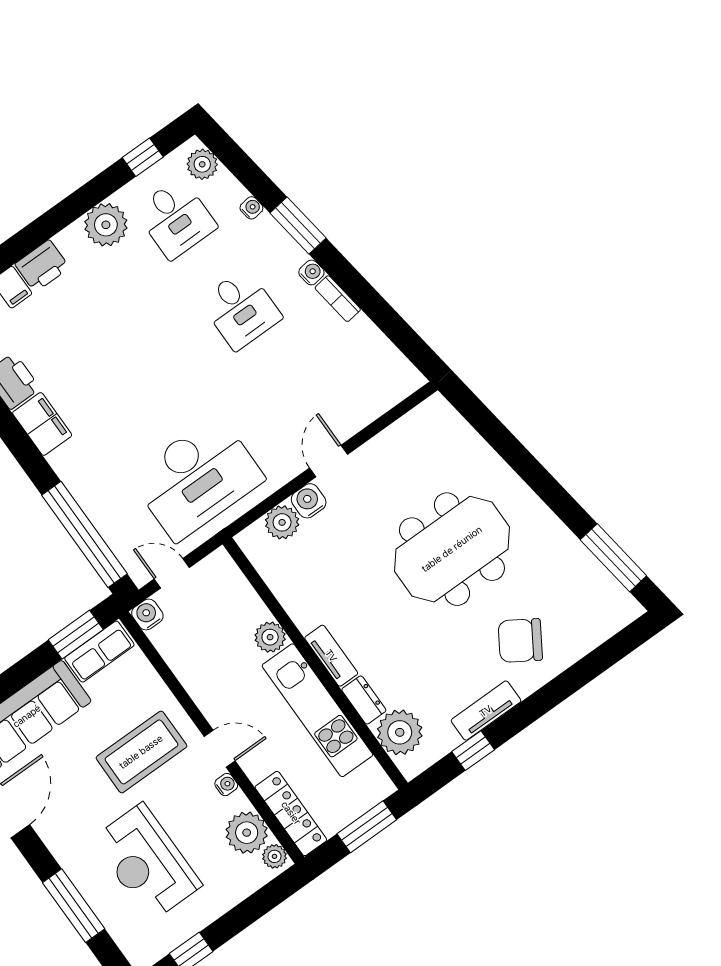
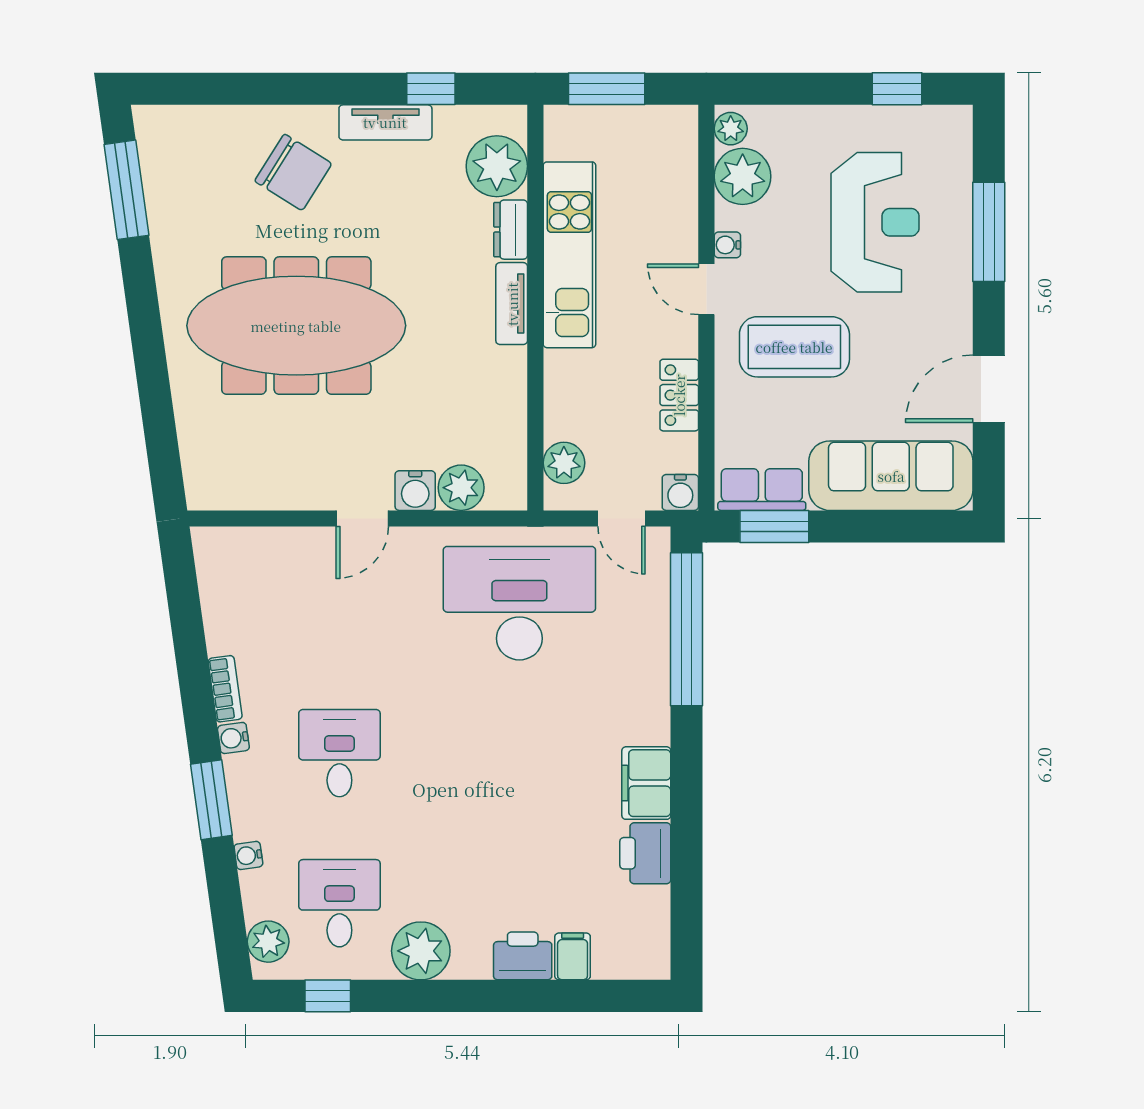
meeting table: (452, 549) -> (296, 326), width x1.36
plant: (270, 637) -> (564, 463), moved
locker: (291, 813) -> (679, 395), moved, width x0.66

